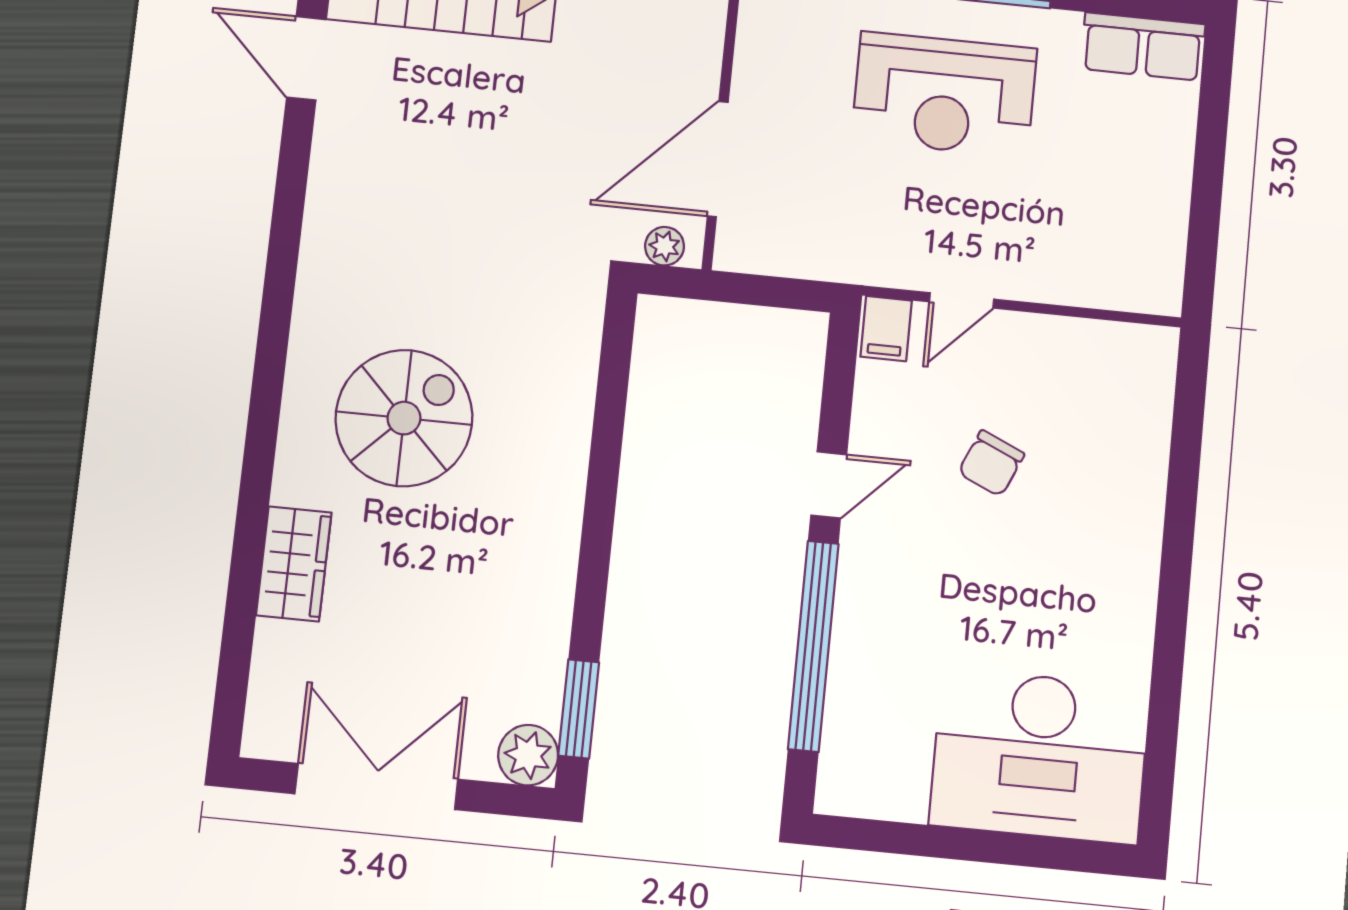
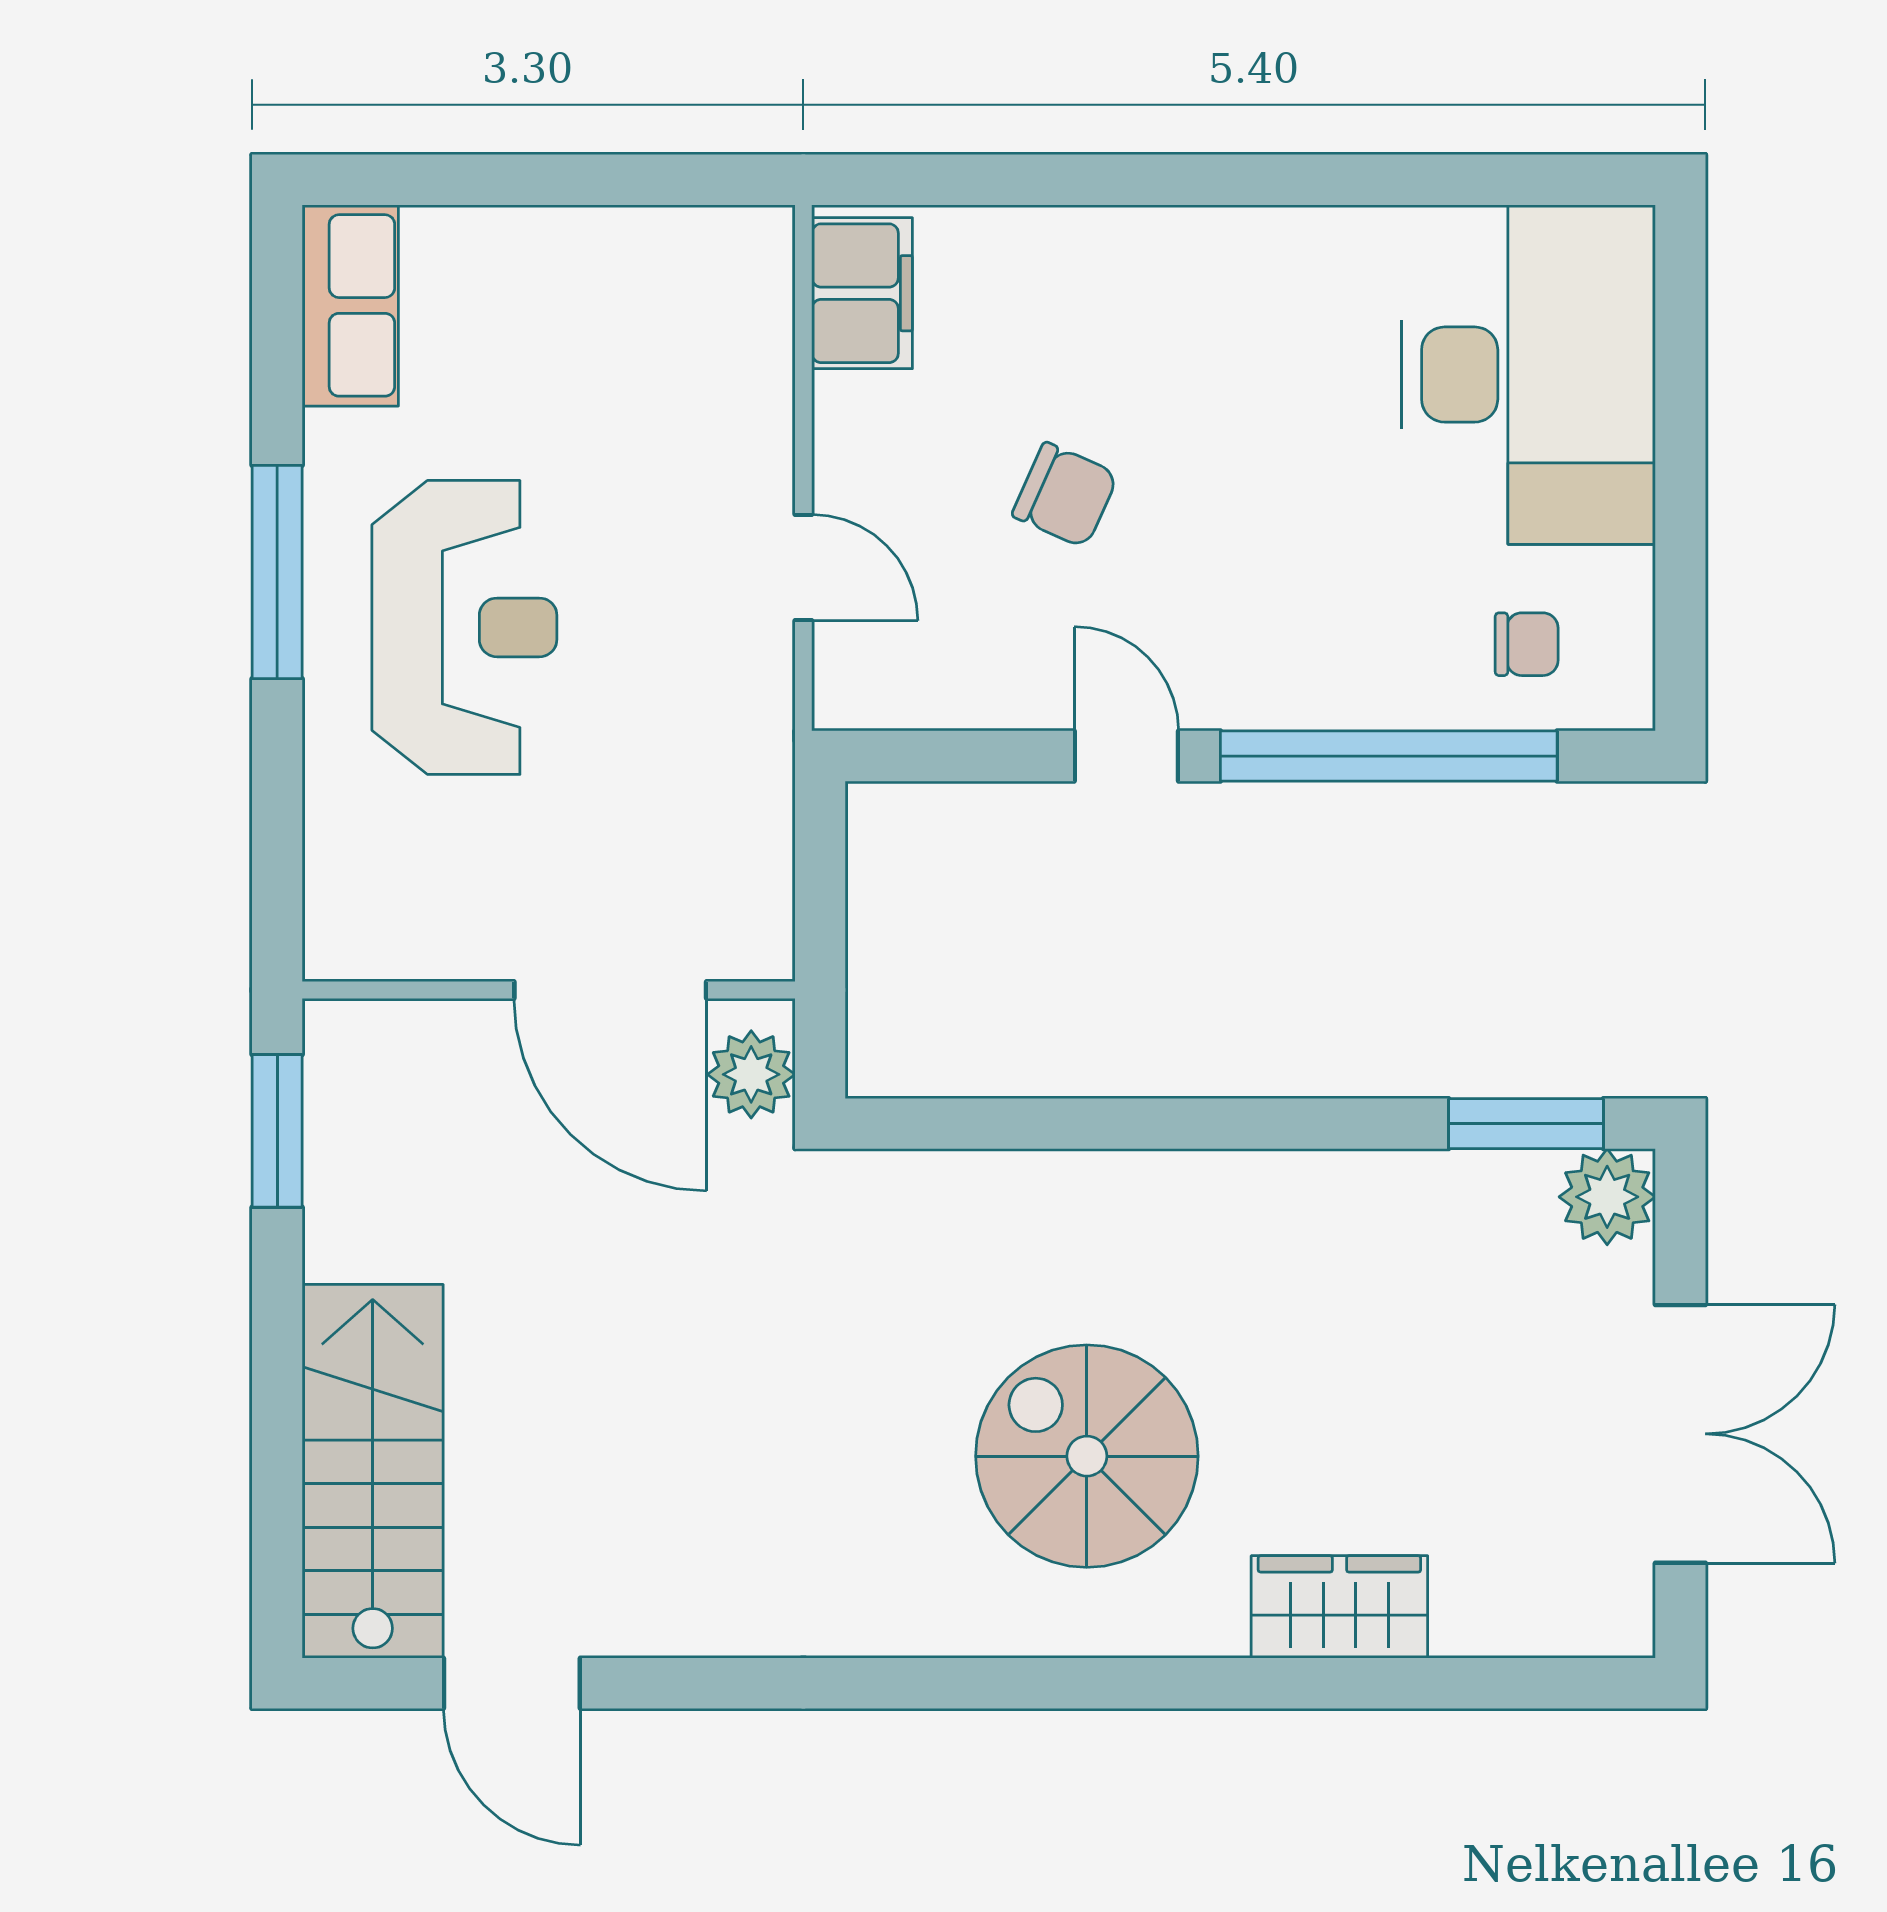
door: (306, 58) -> (512, 1683), hinge flipped
plant: (665, 246) -> (751, 1074), width x1.38, depth x1.38
filing cabinet: (886, 329) -> (862, 293), moved, width x2.00
chair: (874, 739) -> (1527, 644), added
double door: (376, 786) -> (1680, 1434), swing flipped

